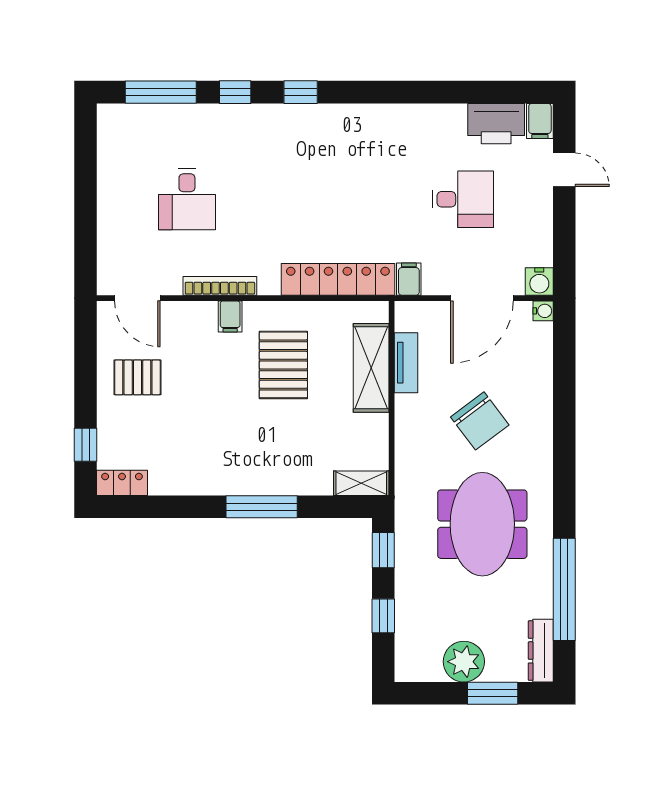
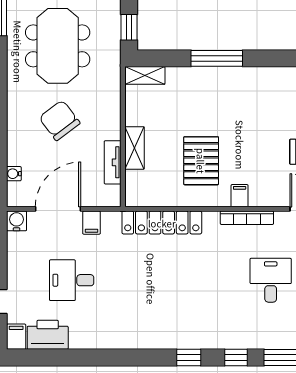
filing cabinet: (409, 279) -> (91, 223), moved
water cooler: (543, 311) -> (14, 174), moved
shelving: (371, 368) -> (135, 148), width x0.67, depth x0.75

